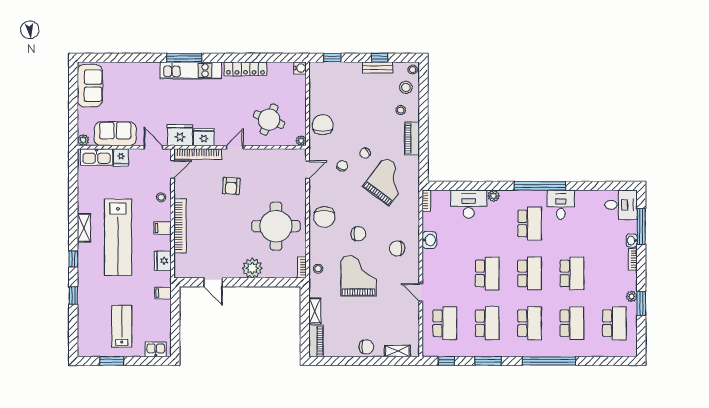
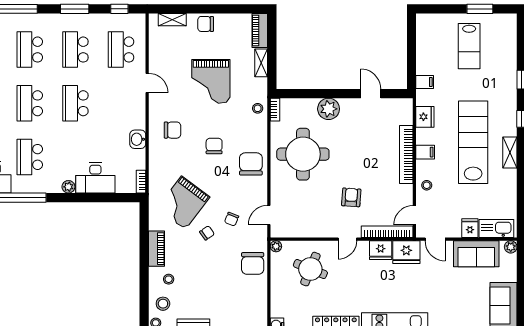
chair: (358, 234) -> (214, 146), turned 90
grand piano: (359, 276) -> (211, 81), moved
kitchen sink: (156, 349) -> (432, 21), removed

